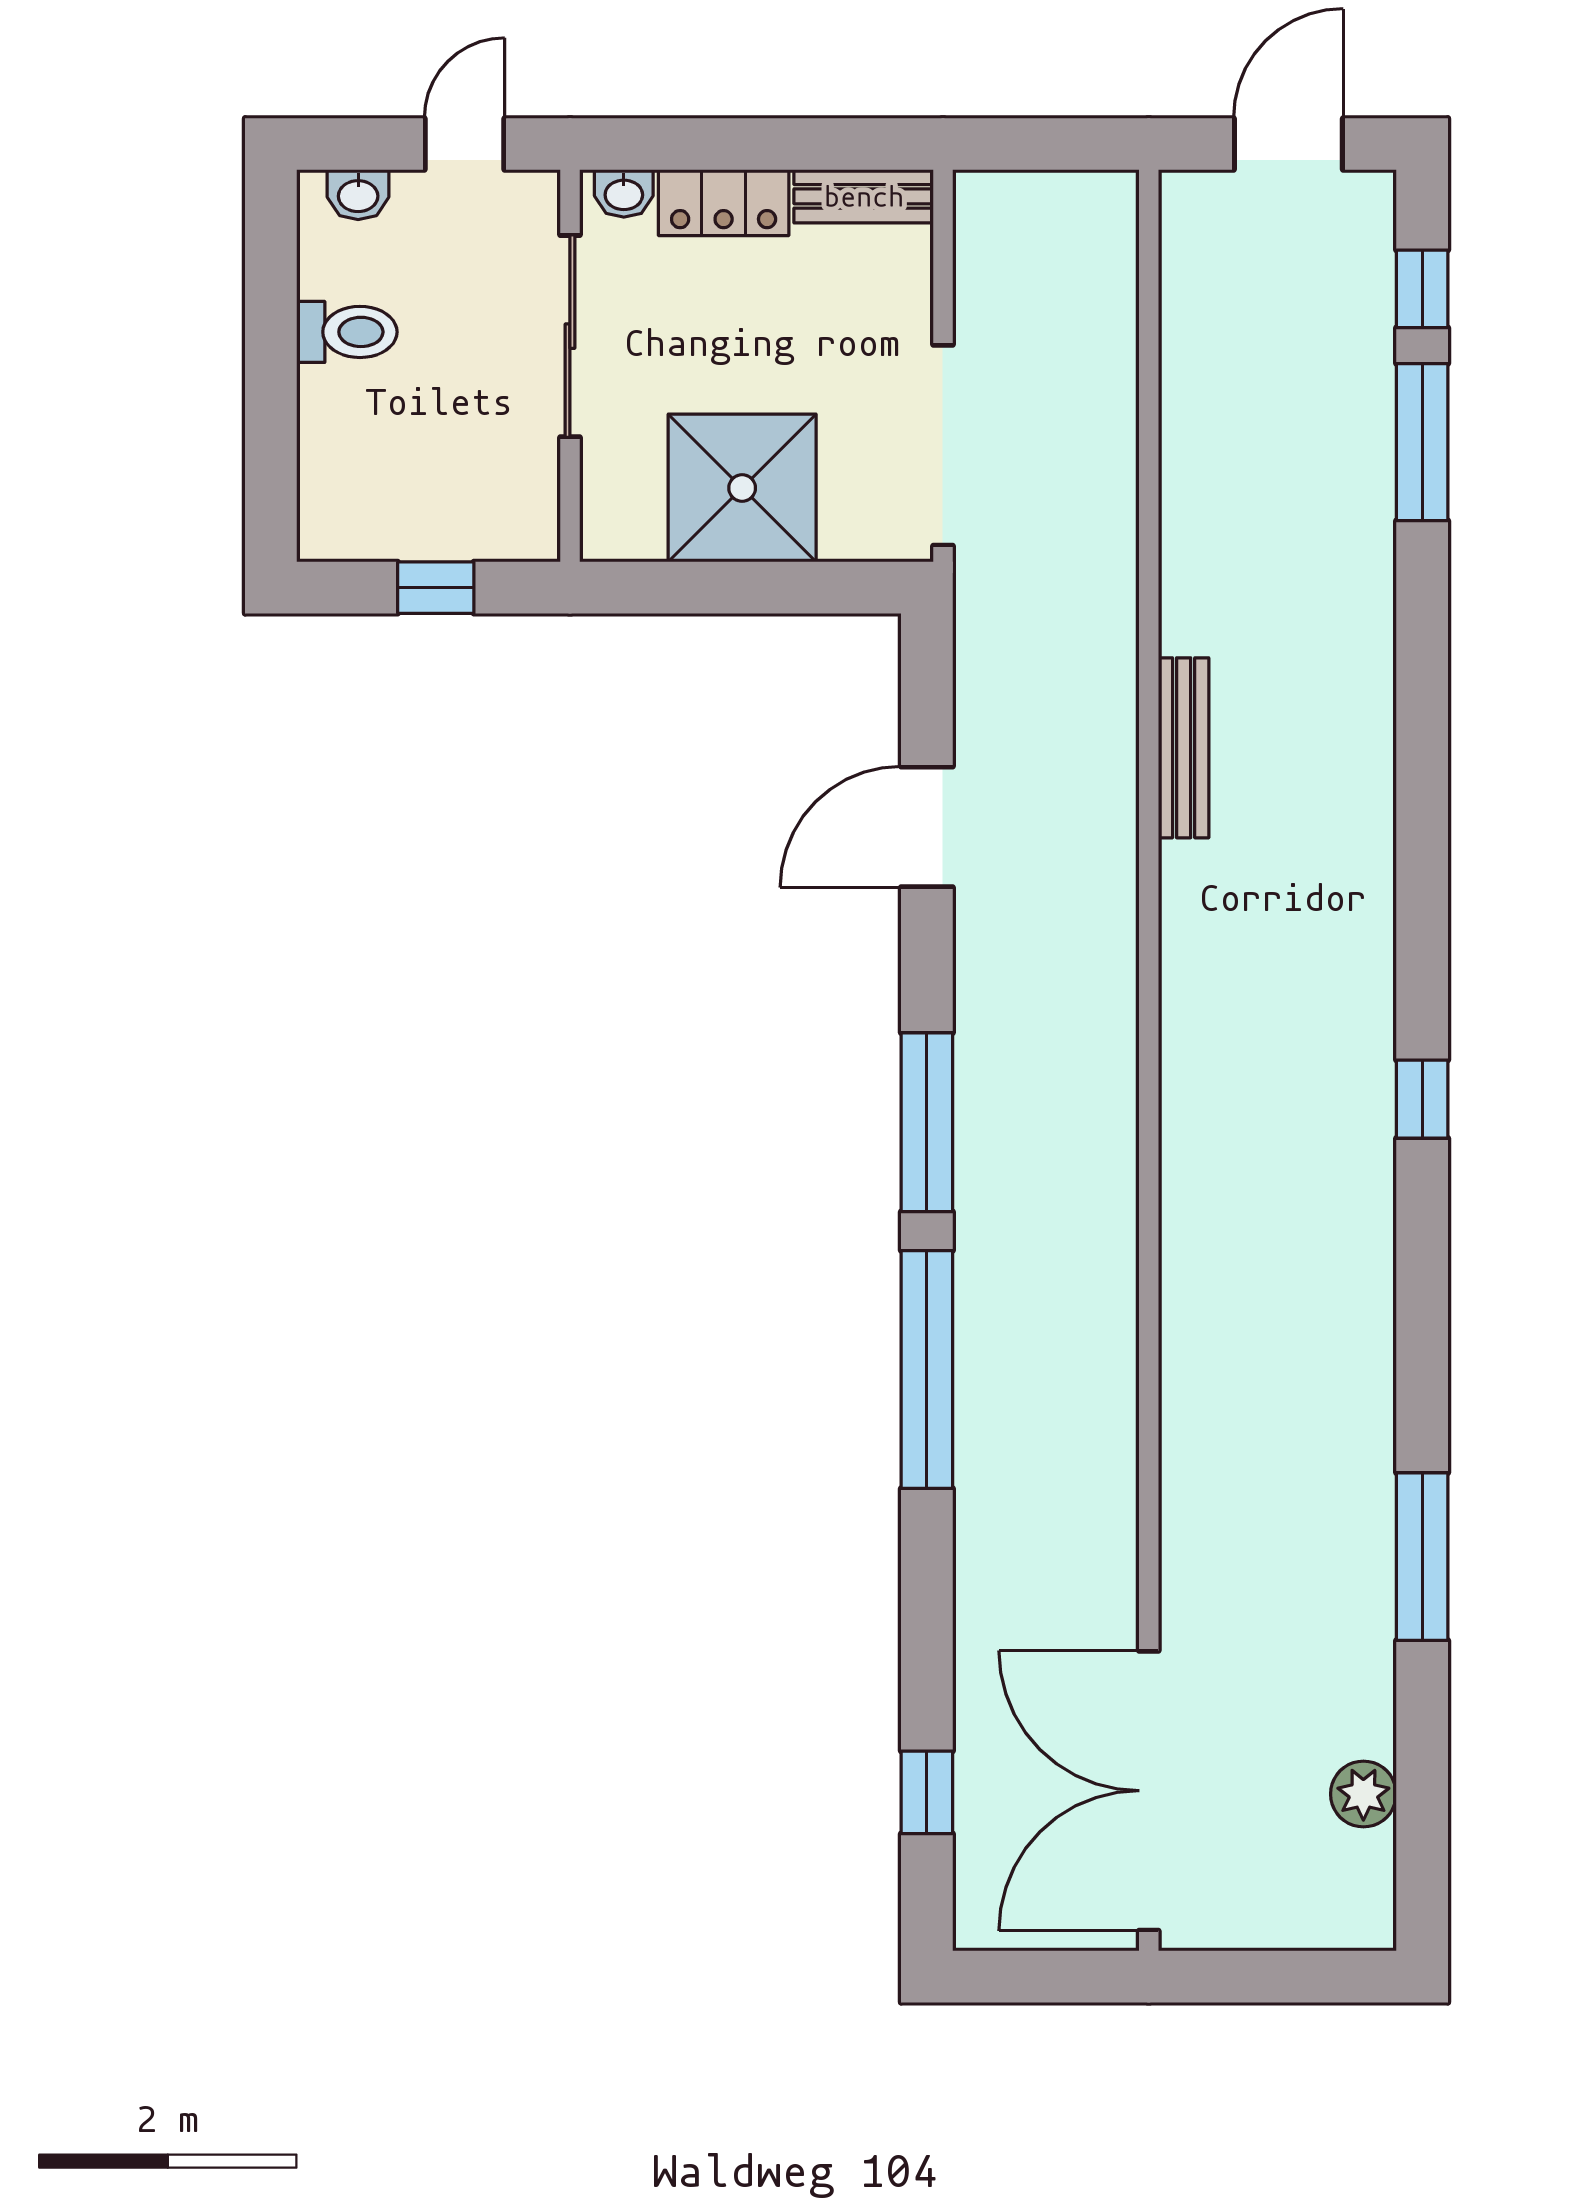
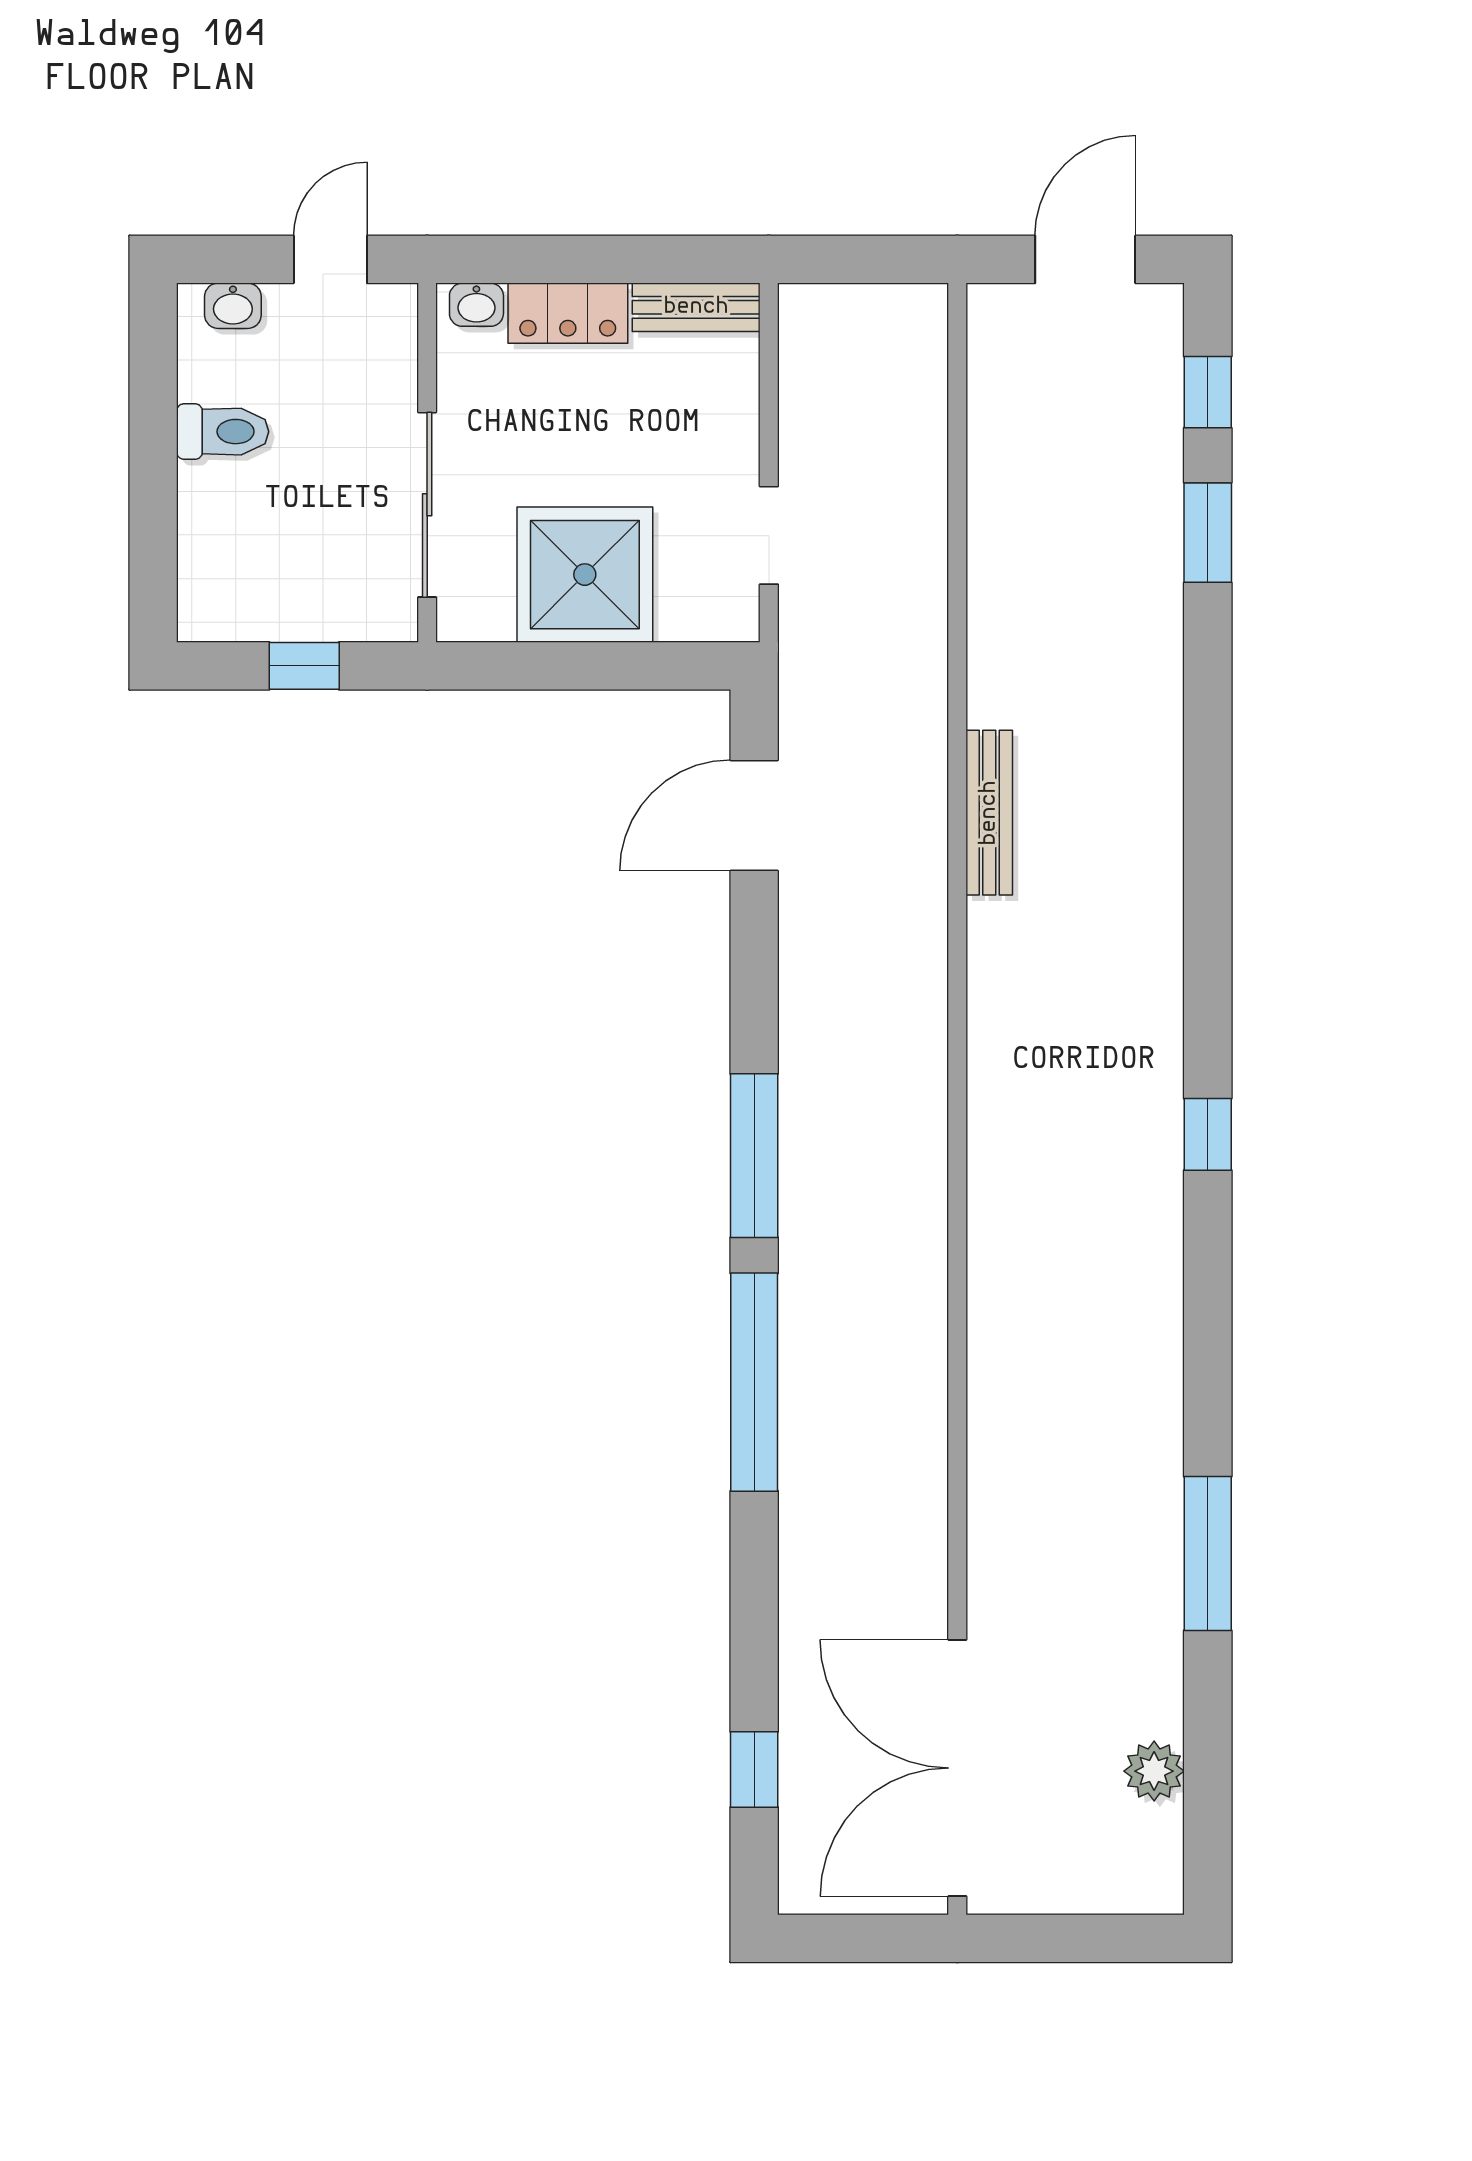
sliding door: (570, 336) -> (427, 505), moved
window: (1422, 442) -> (1208, 533), width x0.69
doorway: (943, 445) -> (769, 535), width x0.53
door: (927, 827) -> (754, 816), moved

